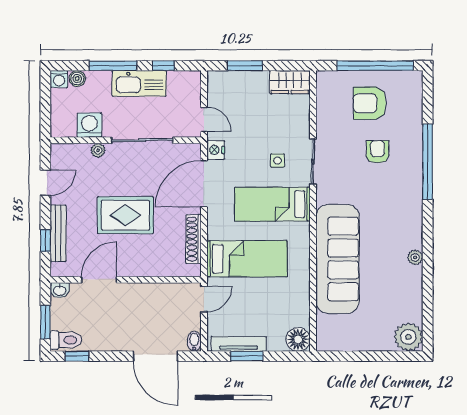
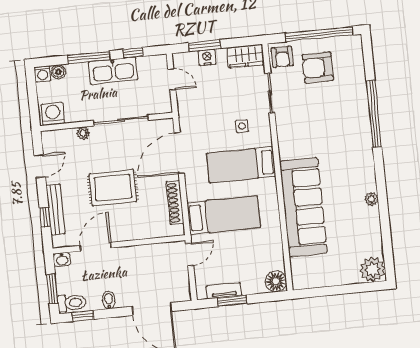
door: (204, 119) -> (172, 79), moved
washing machine: (89, 125) -> (53, 114), moved
nightstand: (216, 150) -> (207, 57), moved, turned 90
armchair: (377, 152) -> (282, 57), moved, turned 180
sliding door: (313, 161) -> (270, 93), moved
bidet: (194, 341) -> (109, 300), moved
tv unit: (239, 344) -> (224, 291), width x0.71

